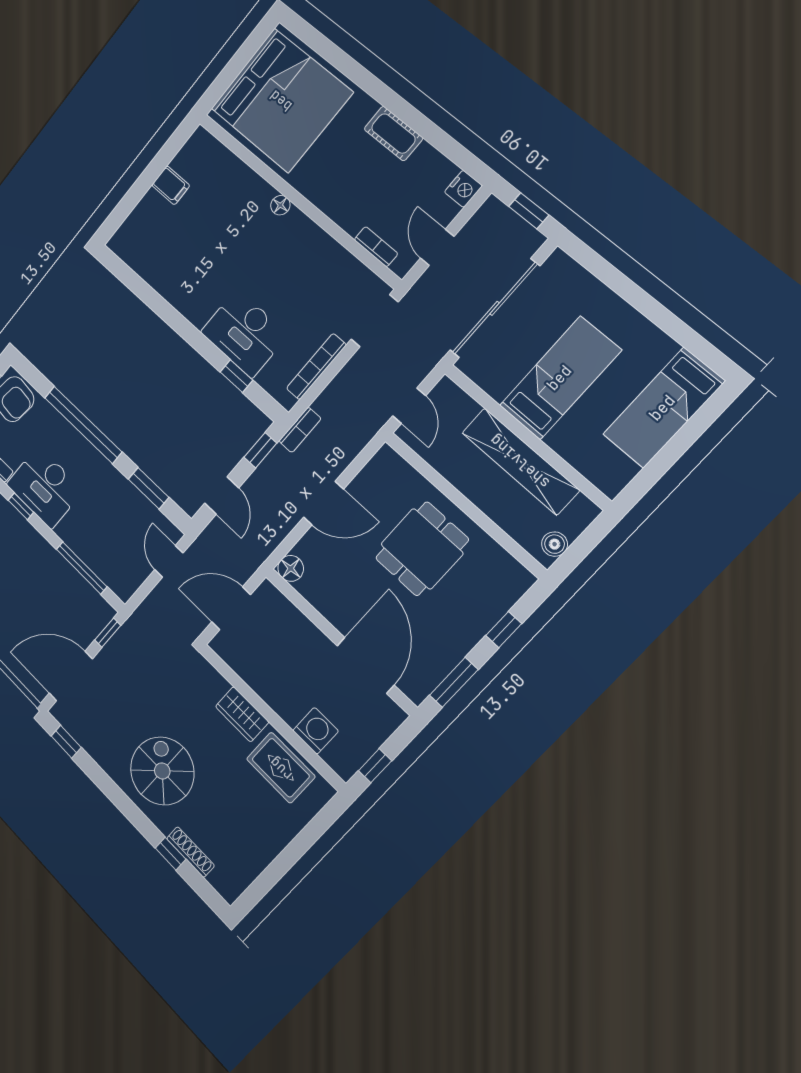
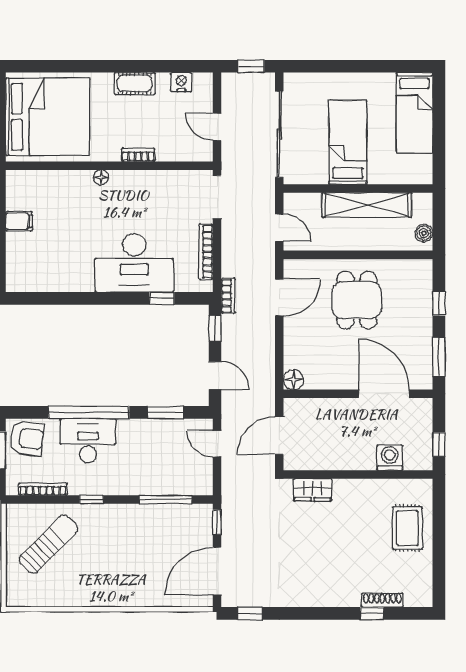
nightstand: (463, 189) -> (181, 82), moved, turned -90
bookcase: (376, 247) -> (138, 155), moved
desk: (244, 333) -> (134, 263), width x1.36, depth x1.30
desk: (45, 487) -> (88, 441), moved, turned 180
door: (323, 503) -> (279, 298), moved
wardrobe: (242, 714) -> (313, 490), moved
rug: (281, 768) -> (407, 528), moved, turned 90
spiral stairs: (162, 771) -> (324, 570), removed

